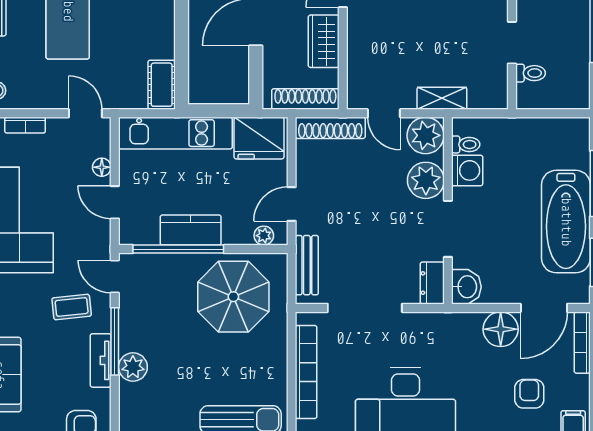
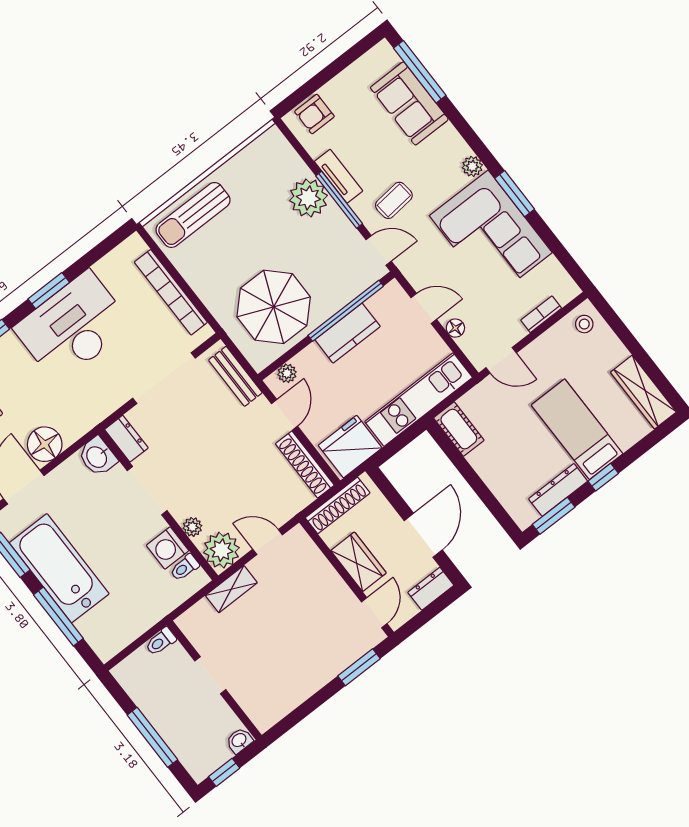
toilet: (530, 73) -> (161, 641), moved
shoe rack: (330, 128) -> (305, 465), moved, turned -90
plant: (426, 180) -> (192, 527), width x0.53, depth x0.53
plant: (133, 367) -> (308, 198), width x1.36, depth x1.36

